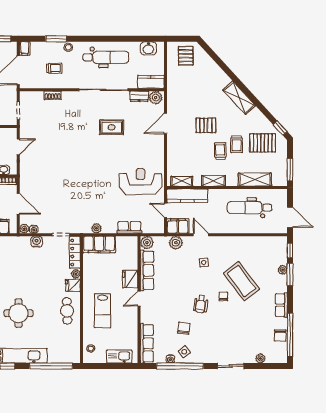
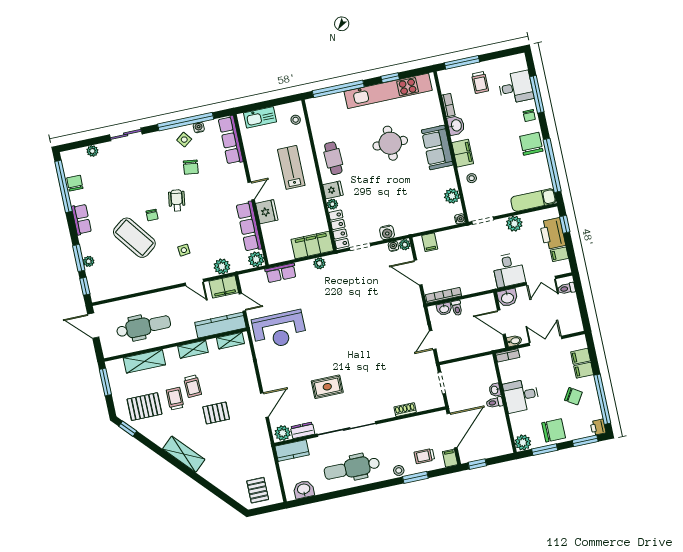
trolley: (54, 68) -> (424, 456), moved

